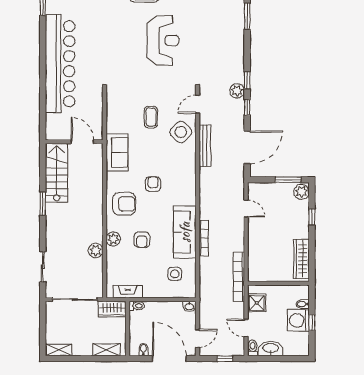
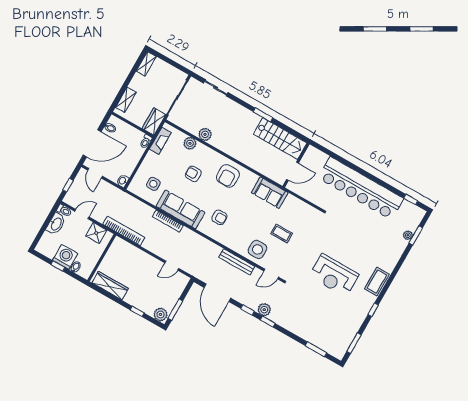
door: (198, 104) -> (271, 274), swing flipped
side table: (181, 132) -> (257, 249), turned 45
armchair: (153, 184) -> (219, 217), moved
plant: (113, 239) -> (190, 143), moved

